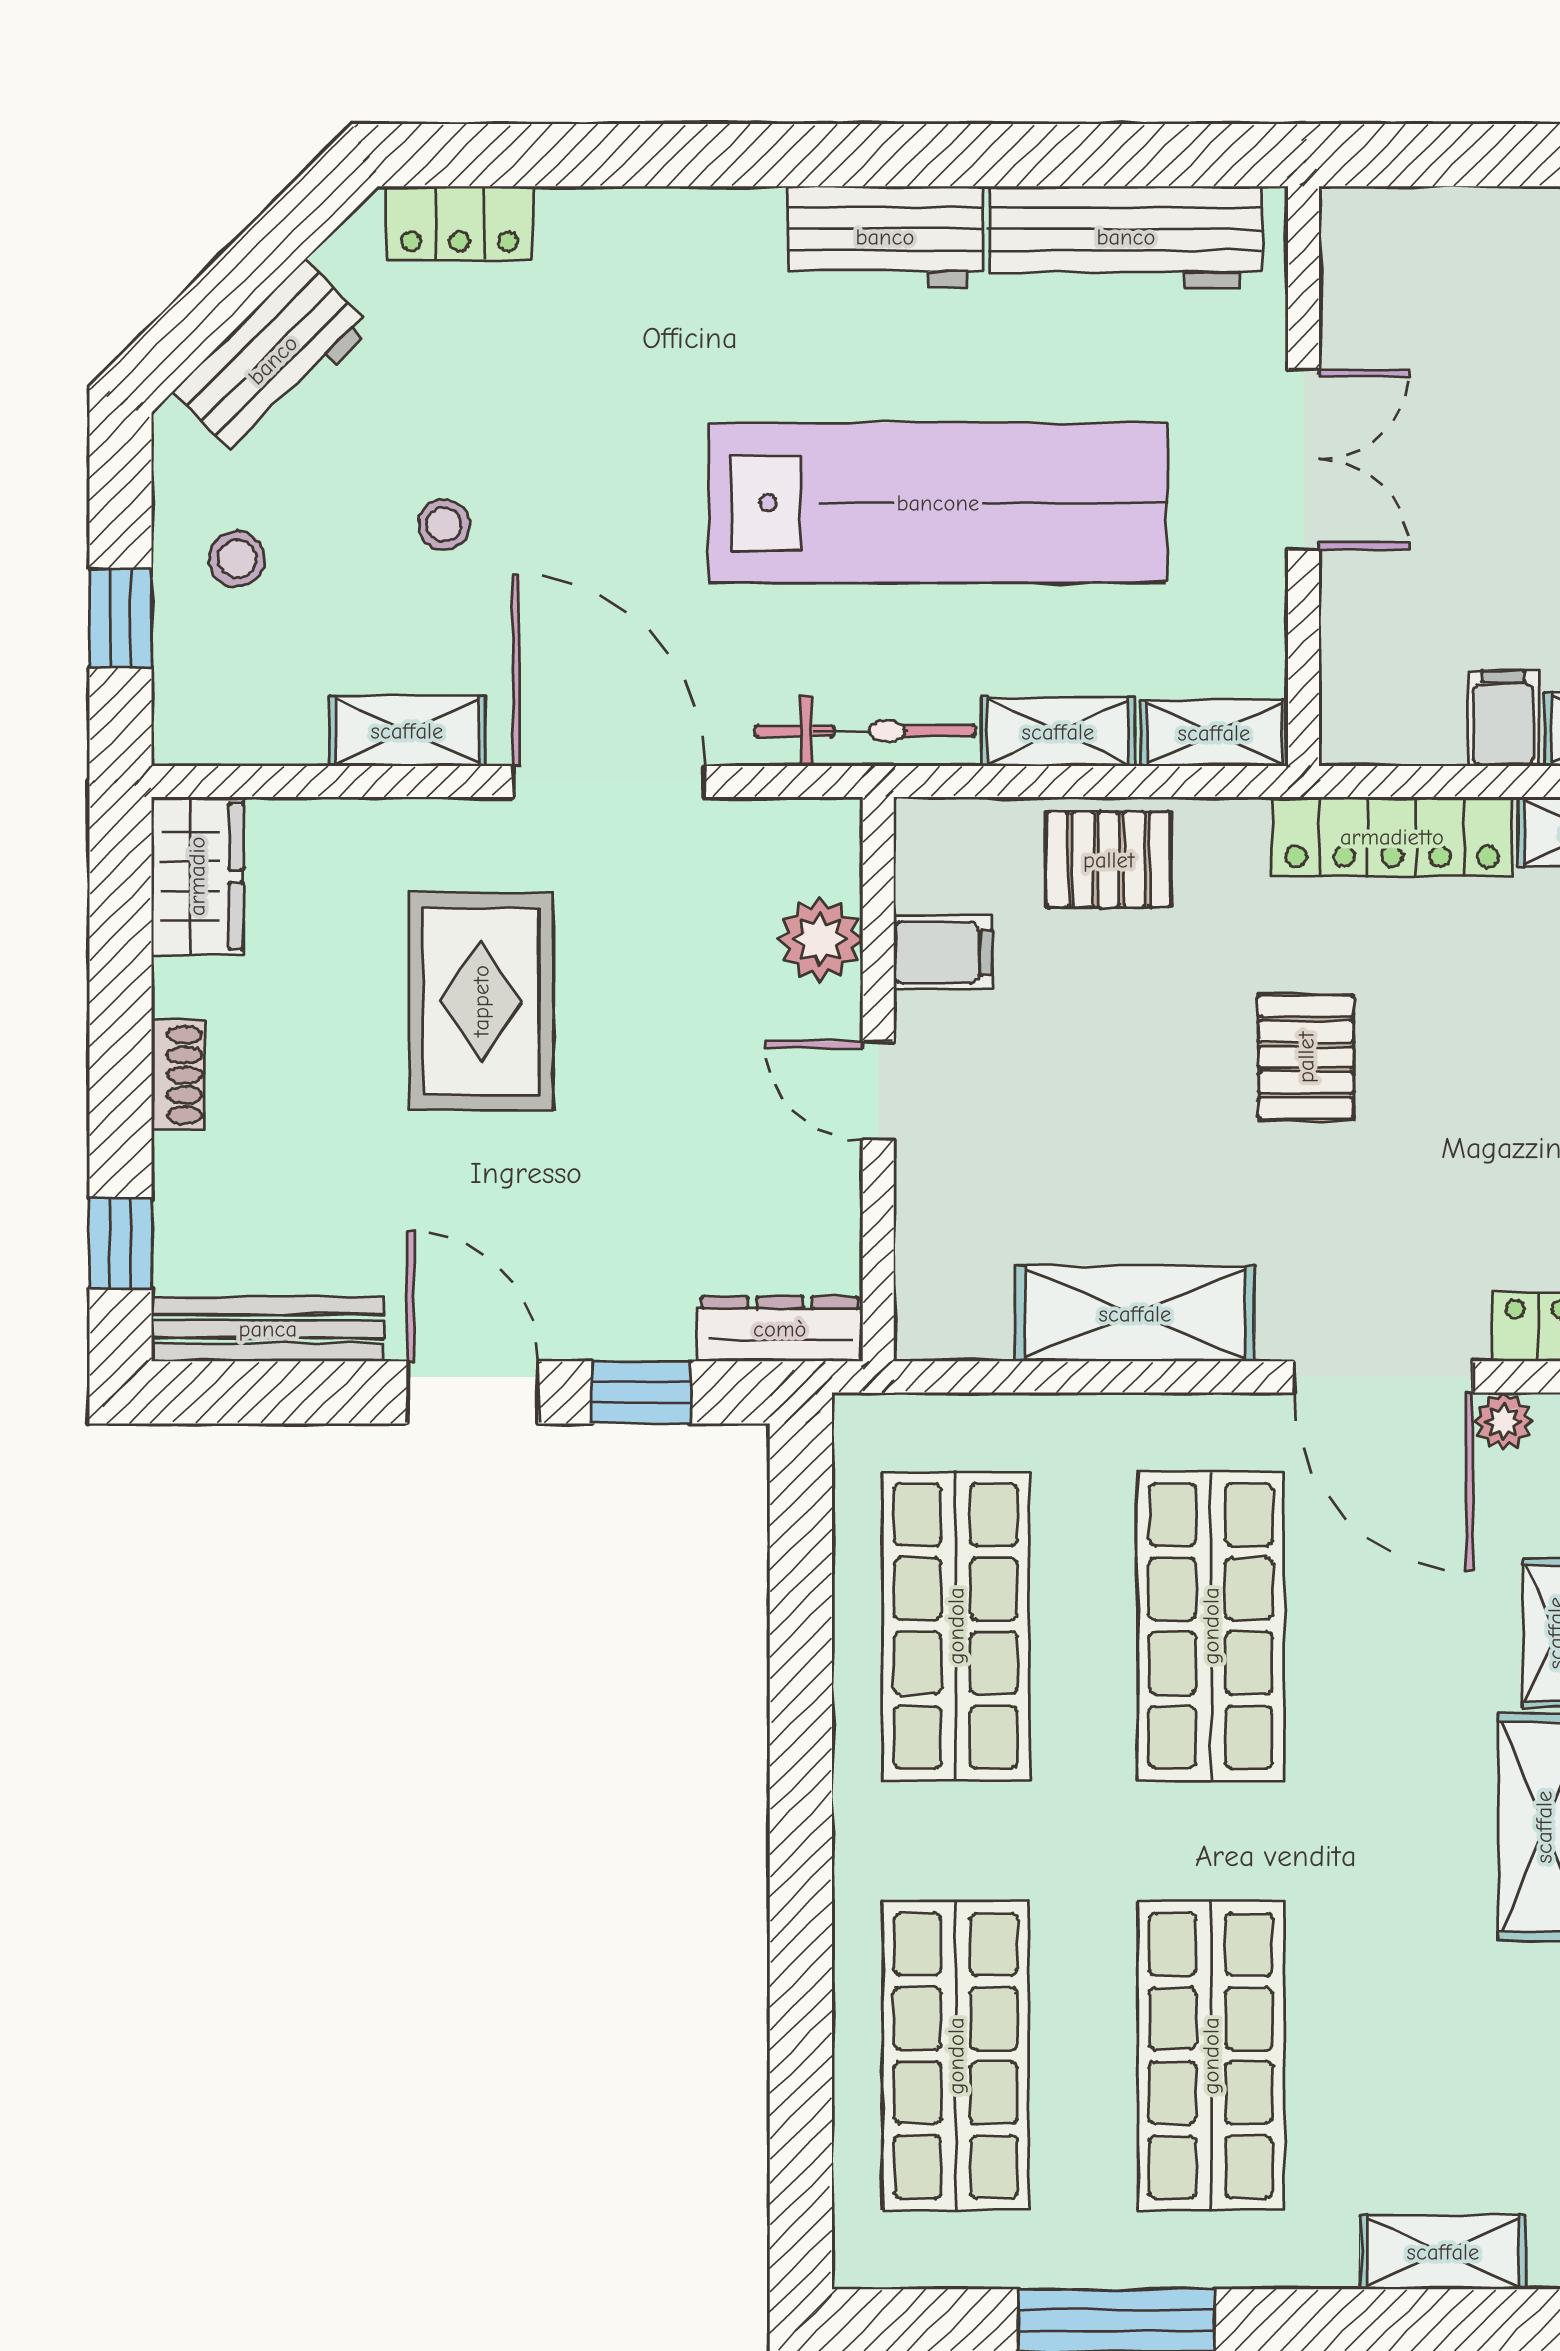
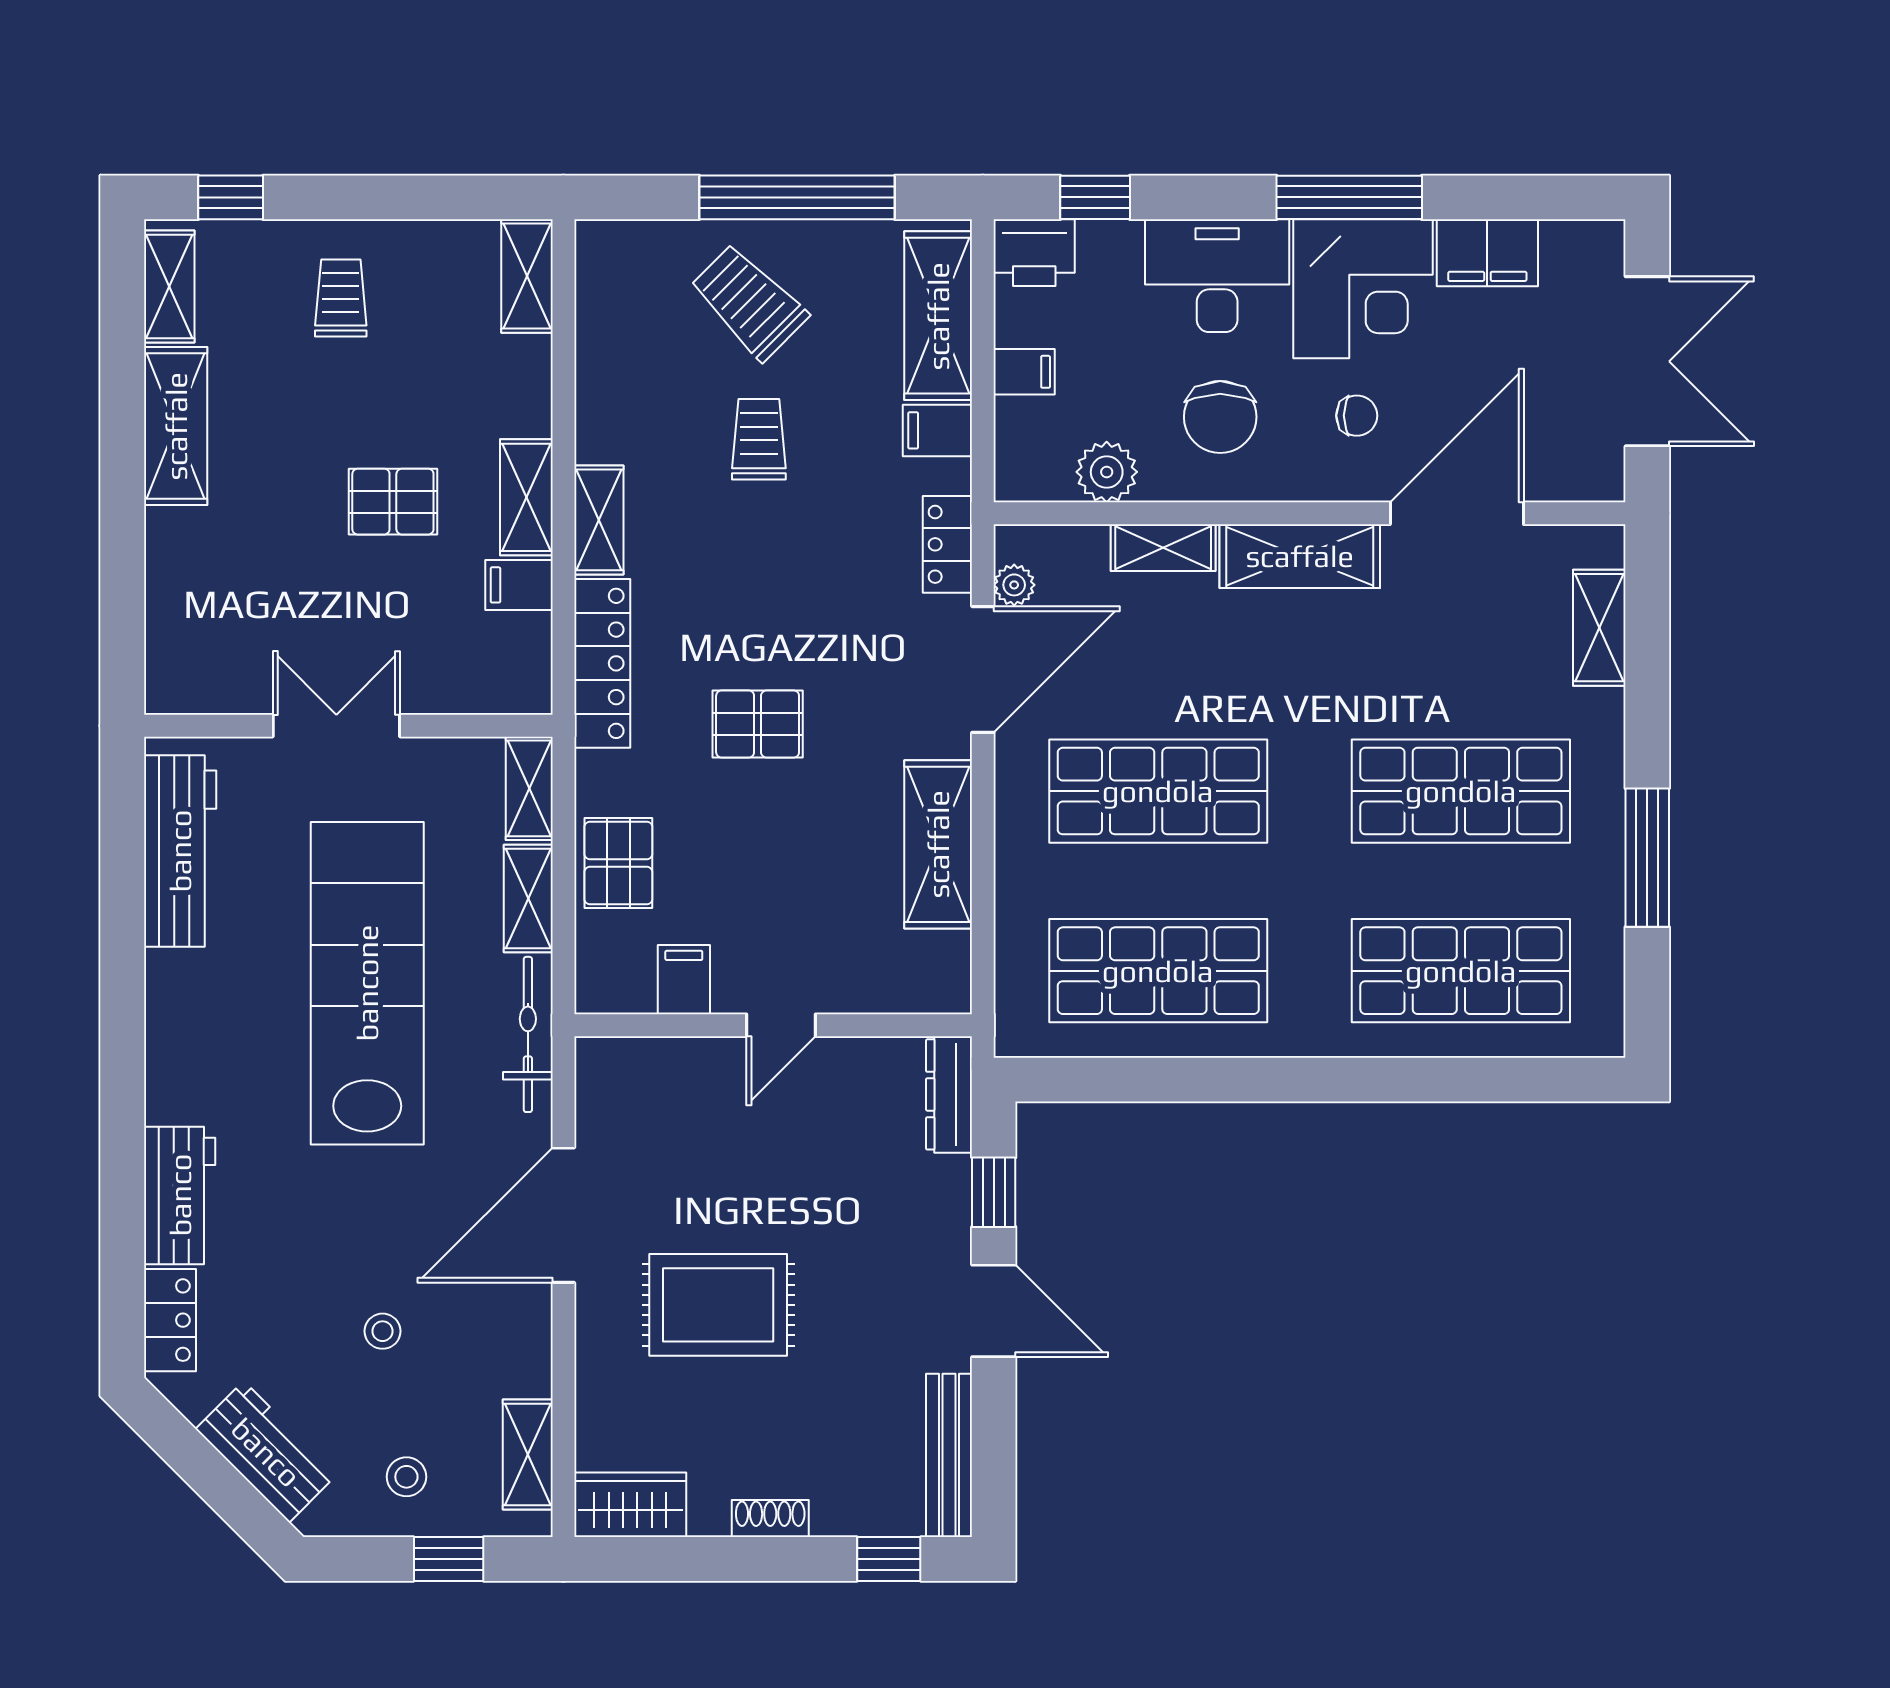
workbench: (885, 237) -> (180, 1195), moved
shelving: (407, 731) -> (528, 1455), moved
plant: (820, 939) -> (675, 1066), removed
door: (473, 1392) -> (994, 1311), swing flipped

